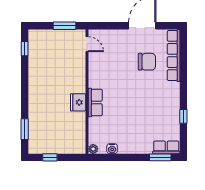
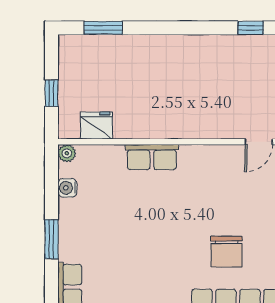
fridge: (78, 102) -> (96, 126), moved
window: (50, 157) -> (51, 93), moved
window: (160, 157) -> (51, 239), moved

